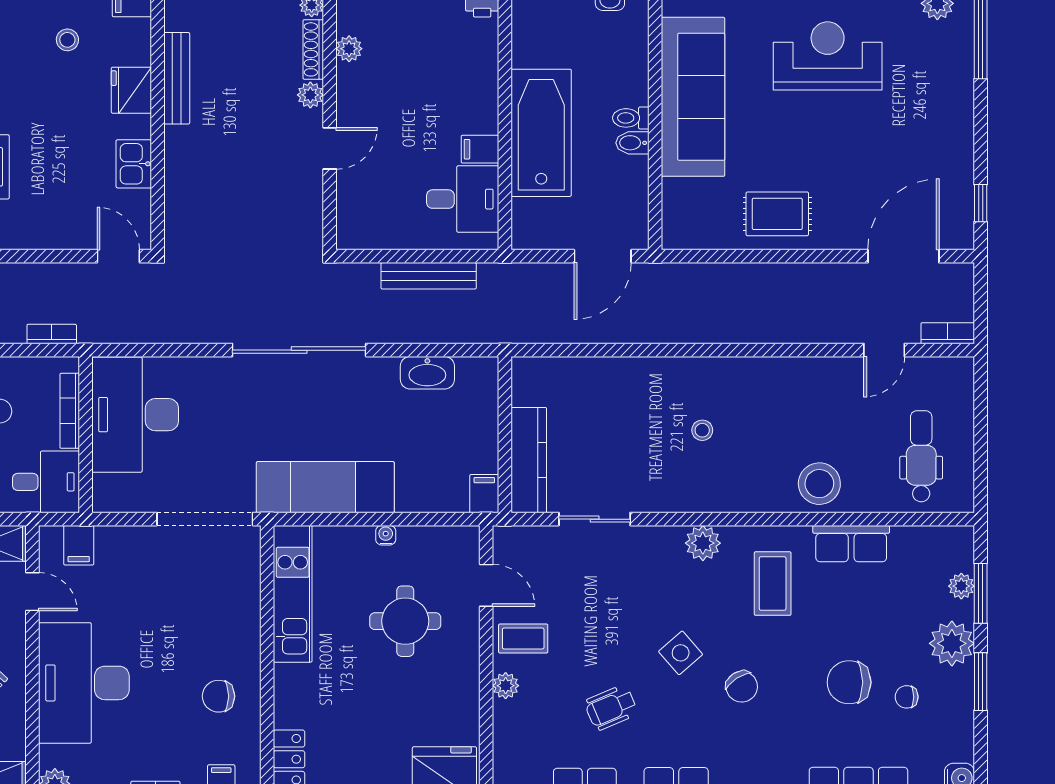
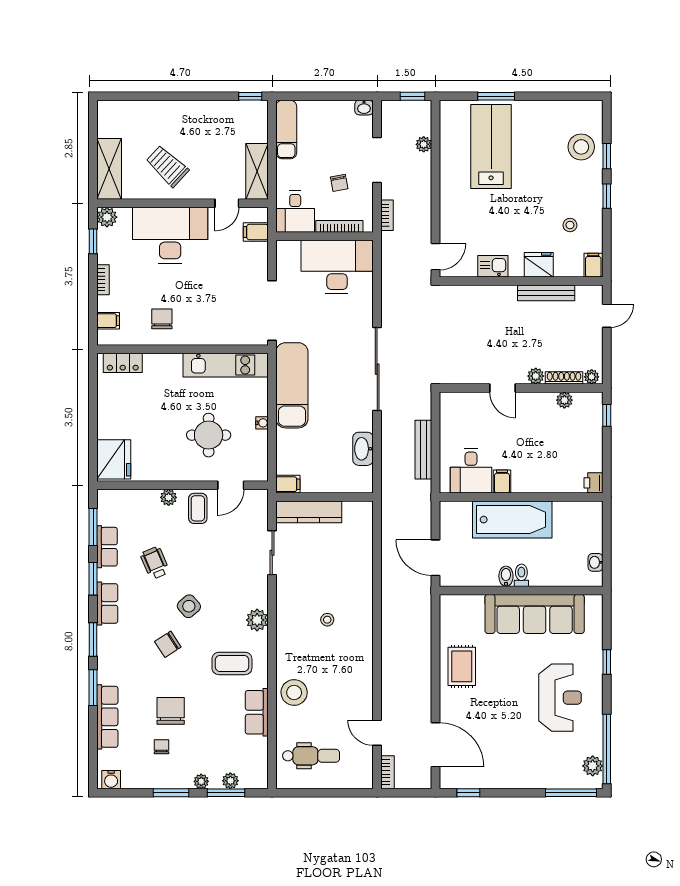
plant: (952, 643) -> (201, 781), width x0.53, depth x0.53

